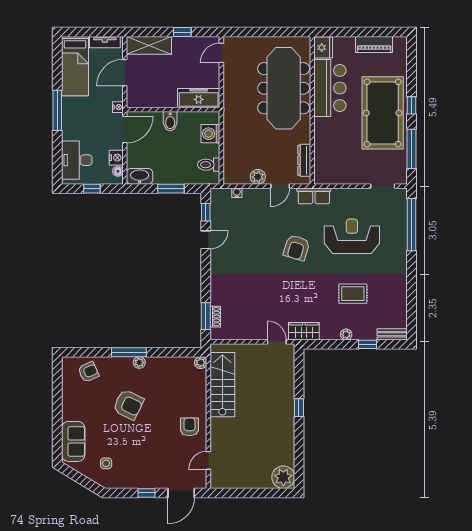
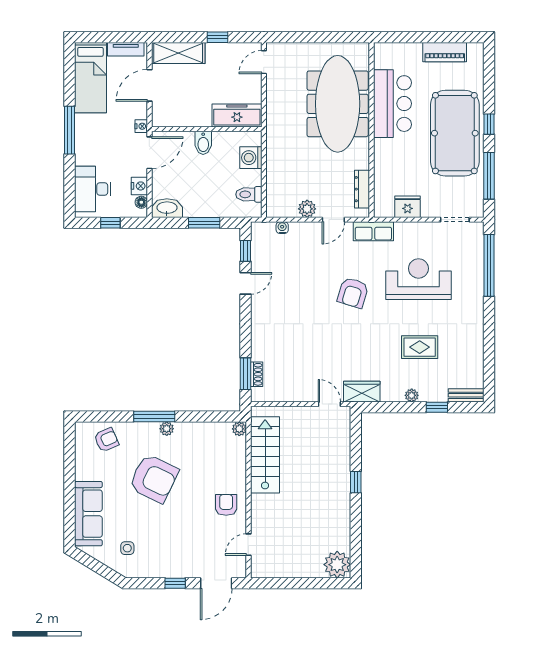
fridge: (323, 48) -> (408, 207), moved, turned -90
armchair: (128, 405) -> (154, 479), width x1.36, depth x1.36
sofa: (73, 441) -> (88, 514), width x1.36

